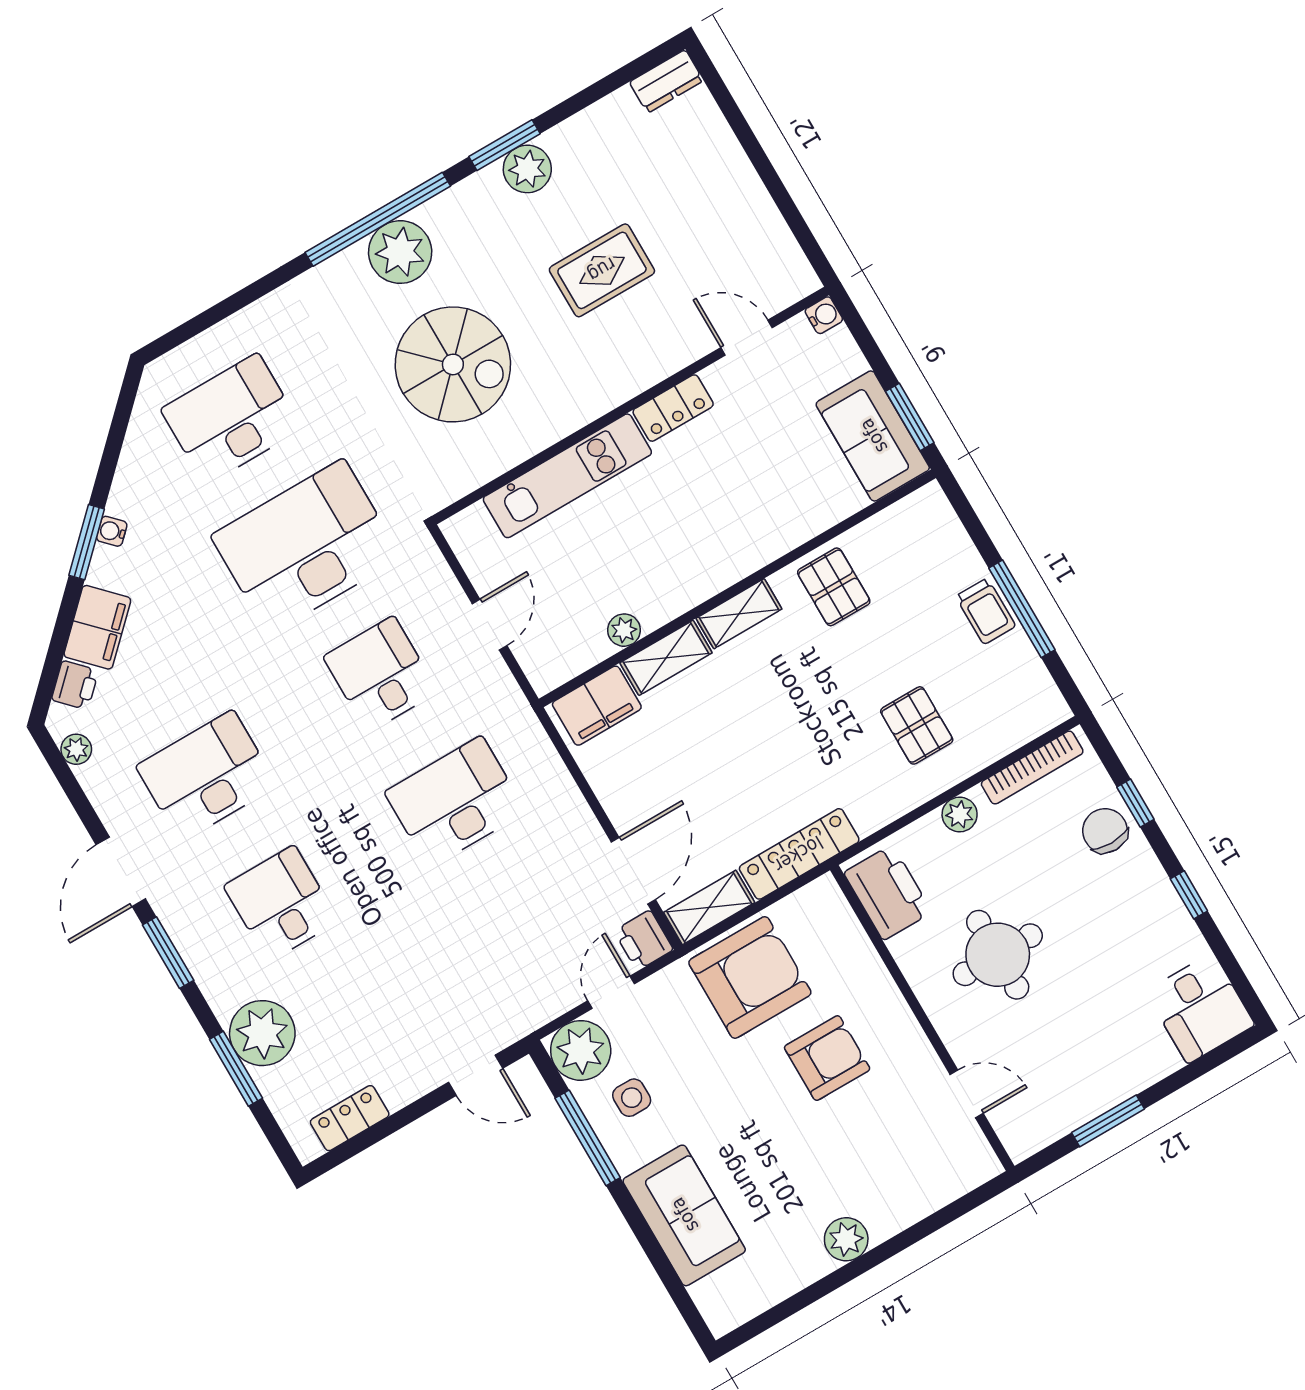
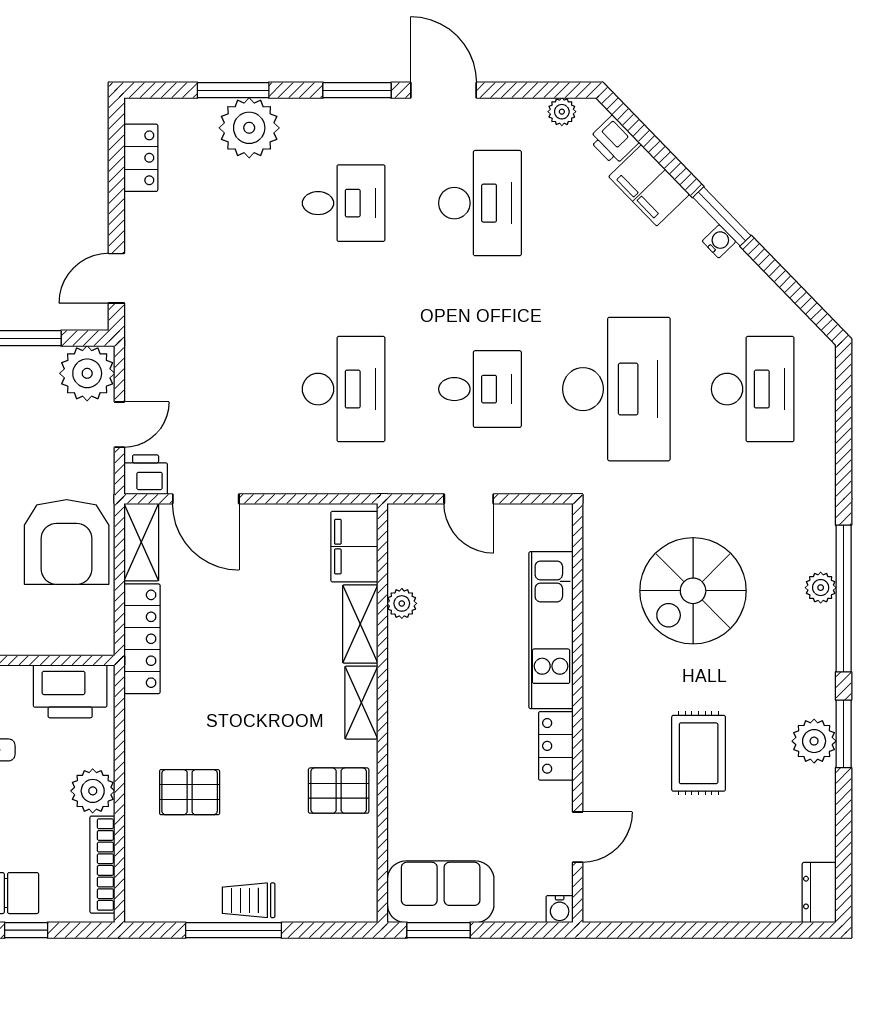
plant: (400, 252) -> (821, 588), width x0.53, depth x0.53
plant: (960, 814) -> (93, 791), width x1.38, depth x1.38
door: (611, 992) -> (119, 425), hinge flipped
side table: (632, 1098) -> (26, 392), removed

